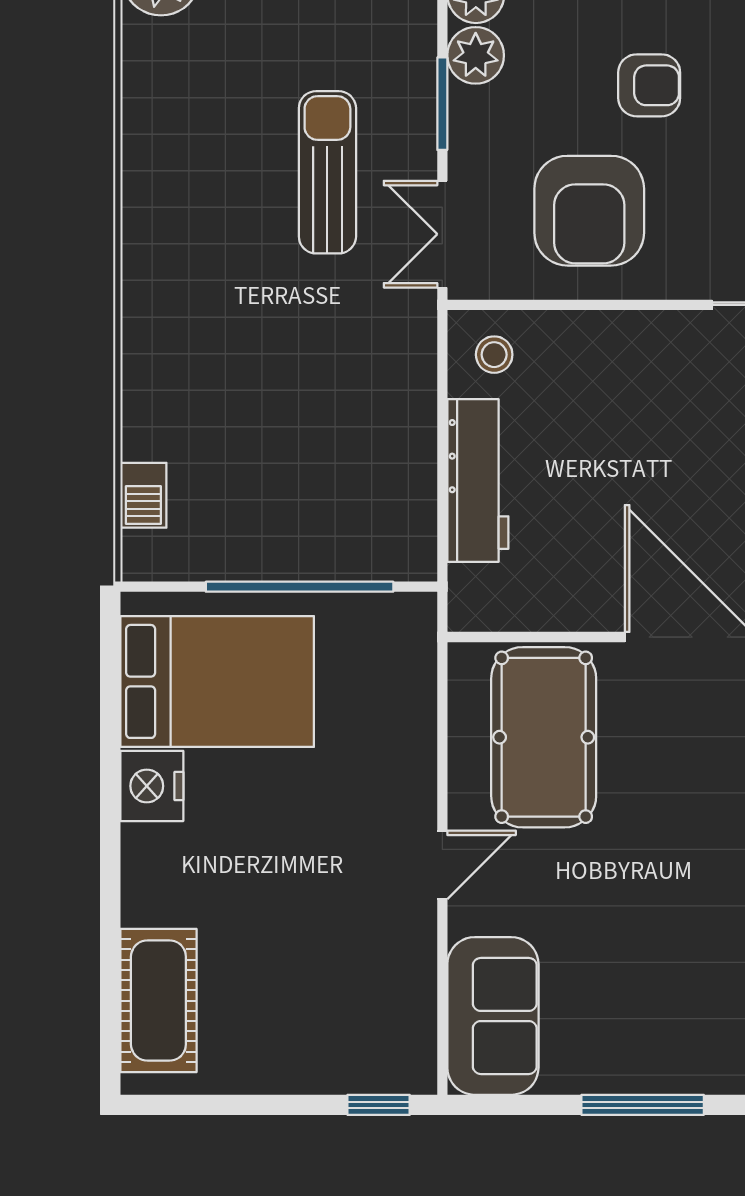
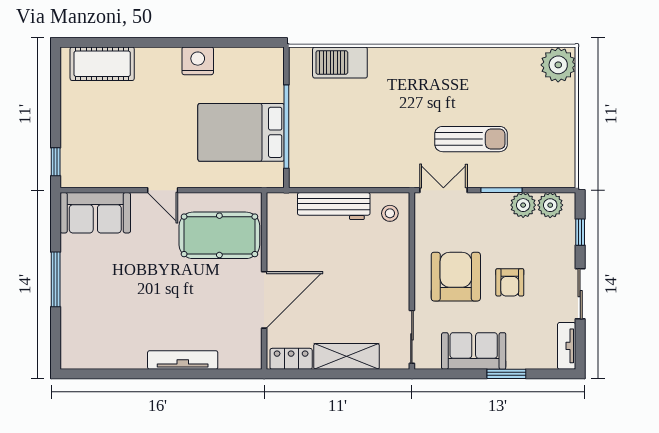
armchair: (589, 211) -> (456, 277), moved, turned 90
barbecue: (143, 495) -> (340, 62), width x1.88, depth x1.53
bed: (217, 681) -> (241, 132), moved, turned 90

